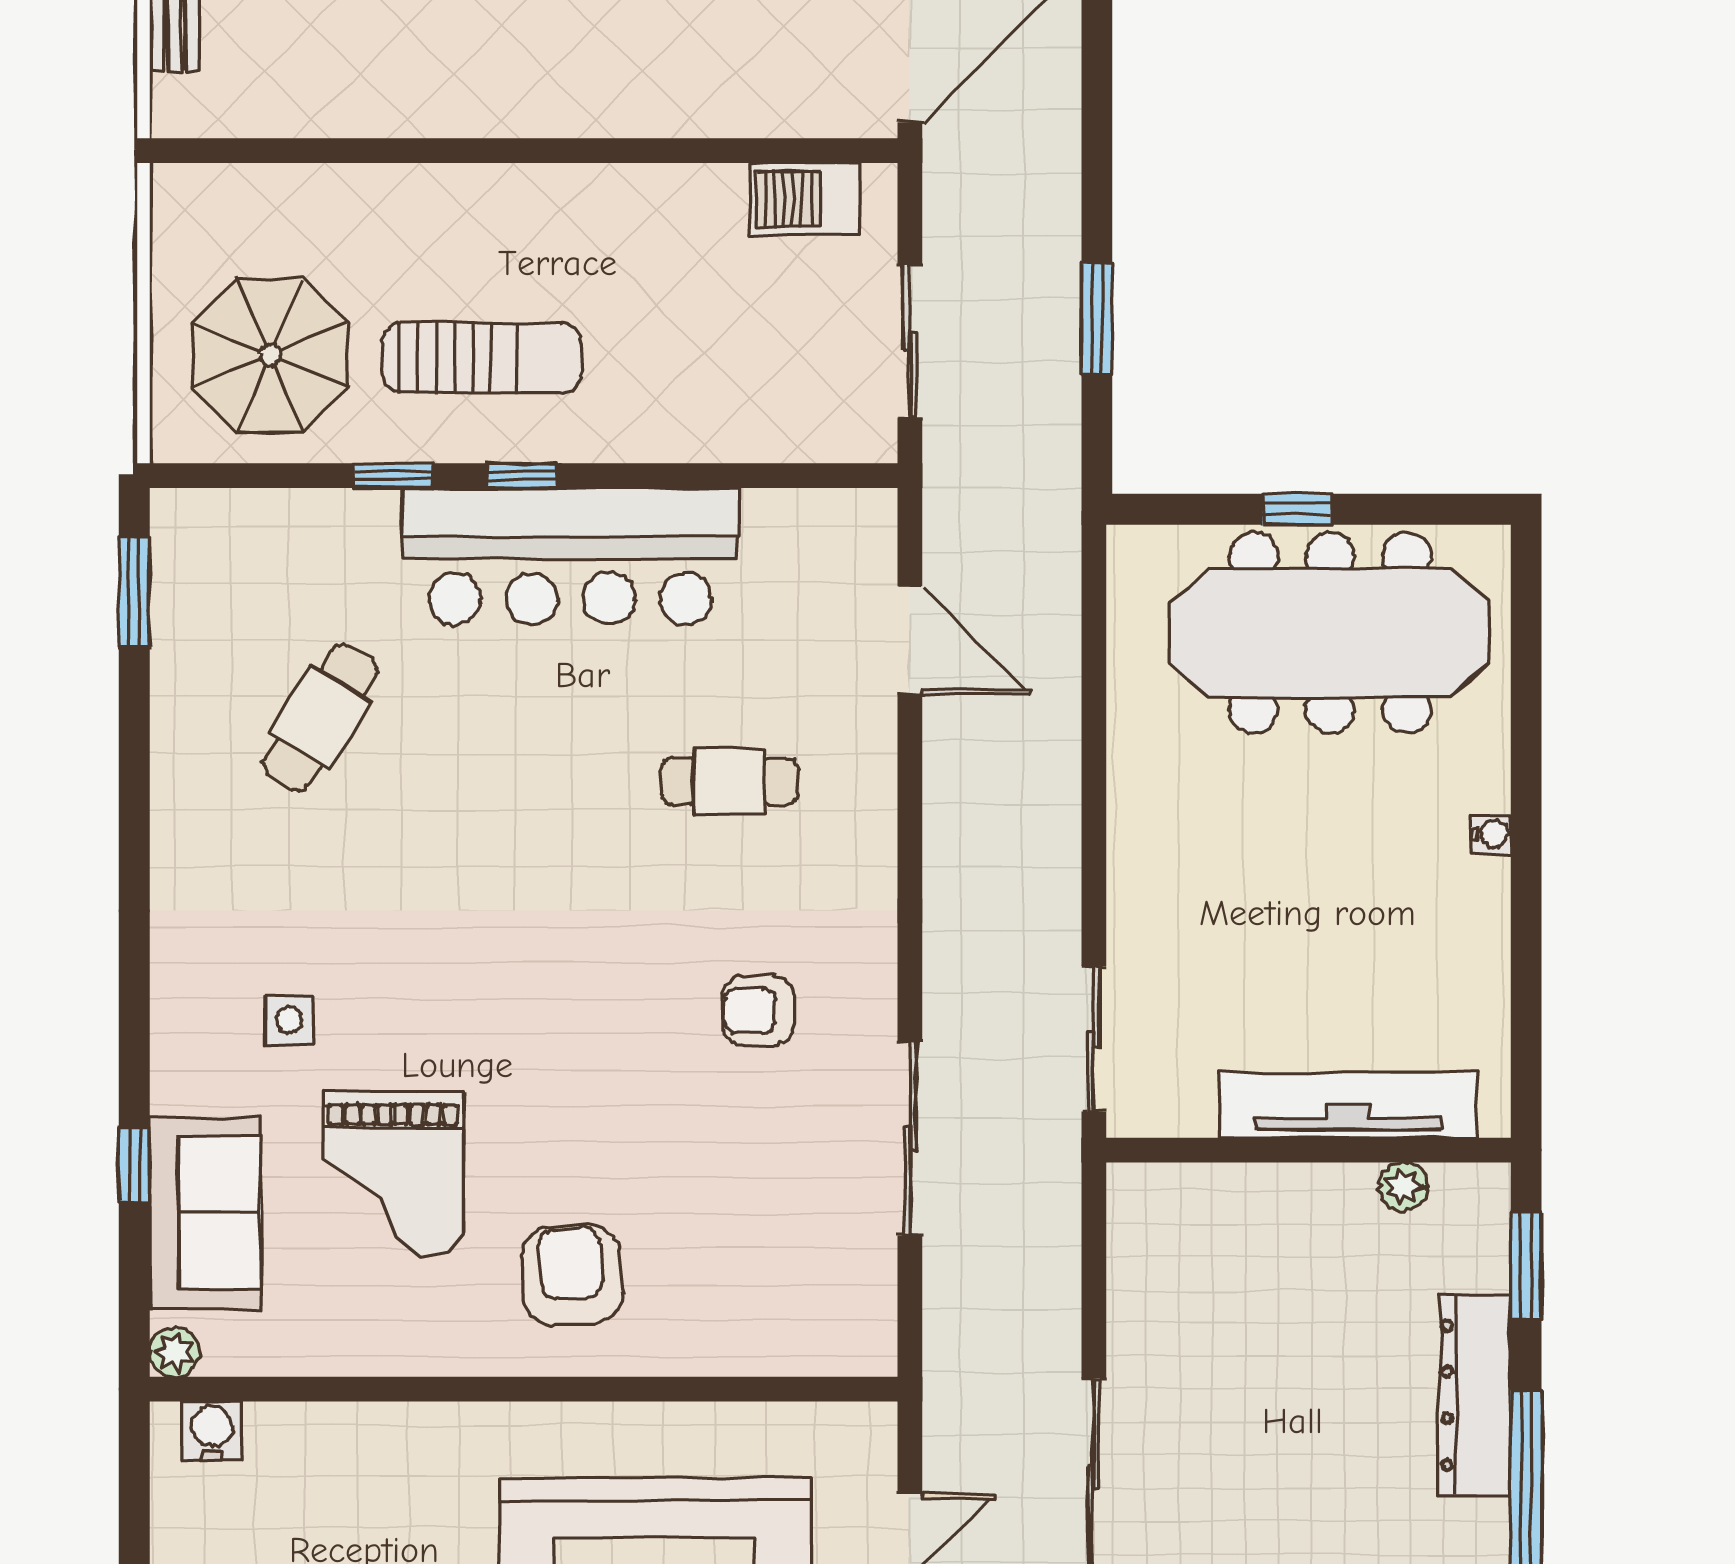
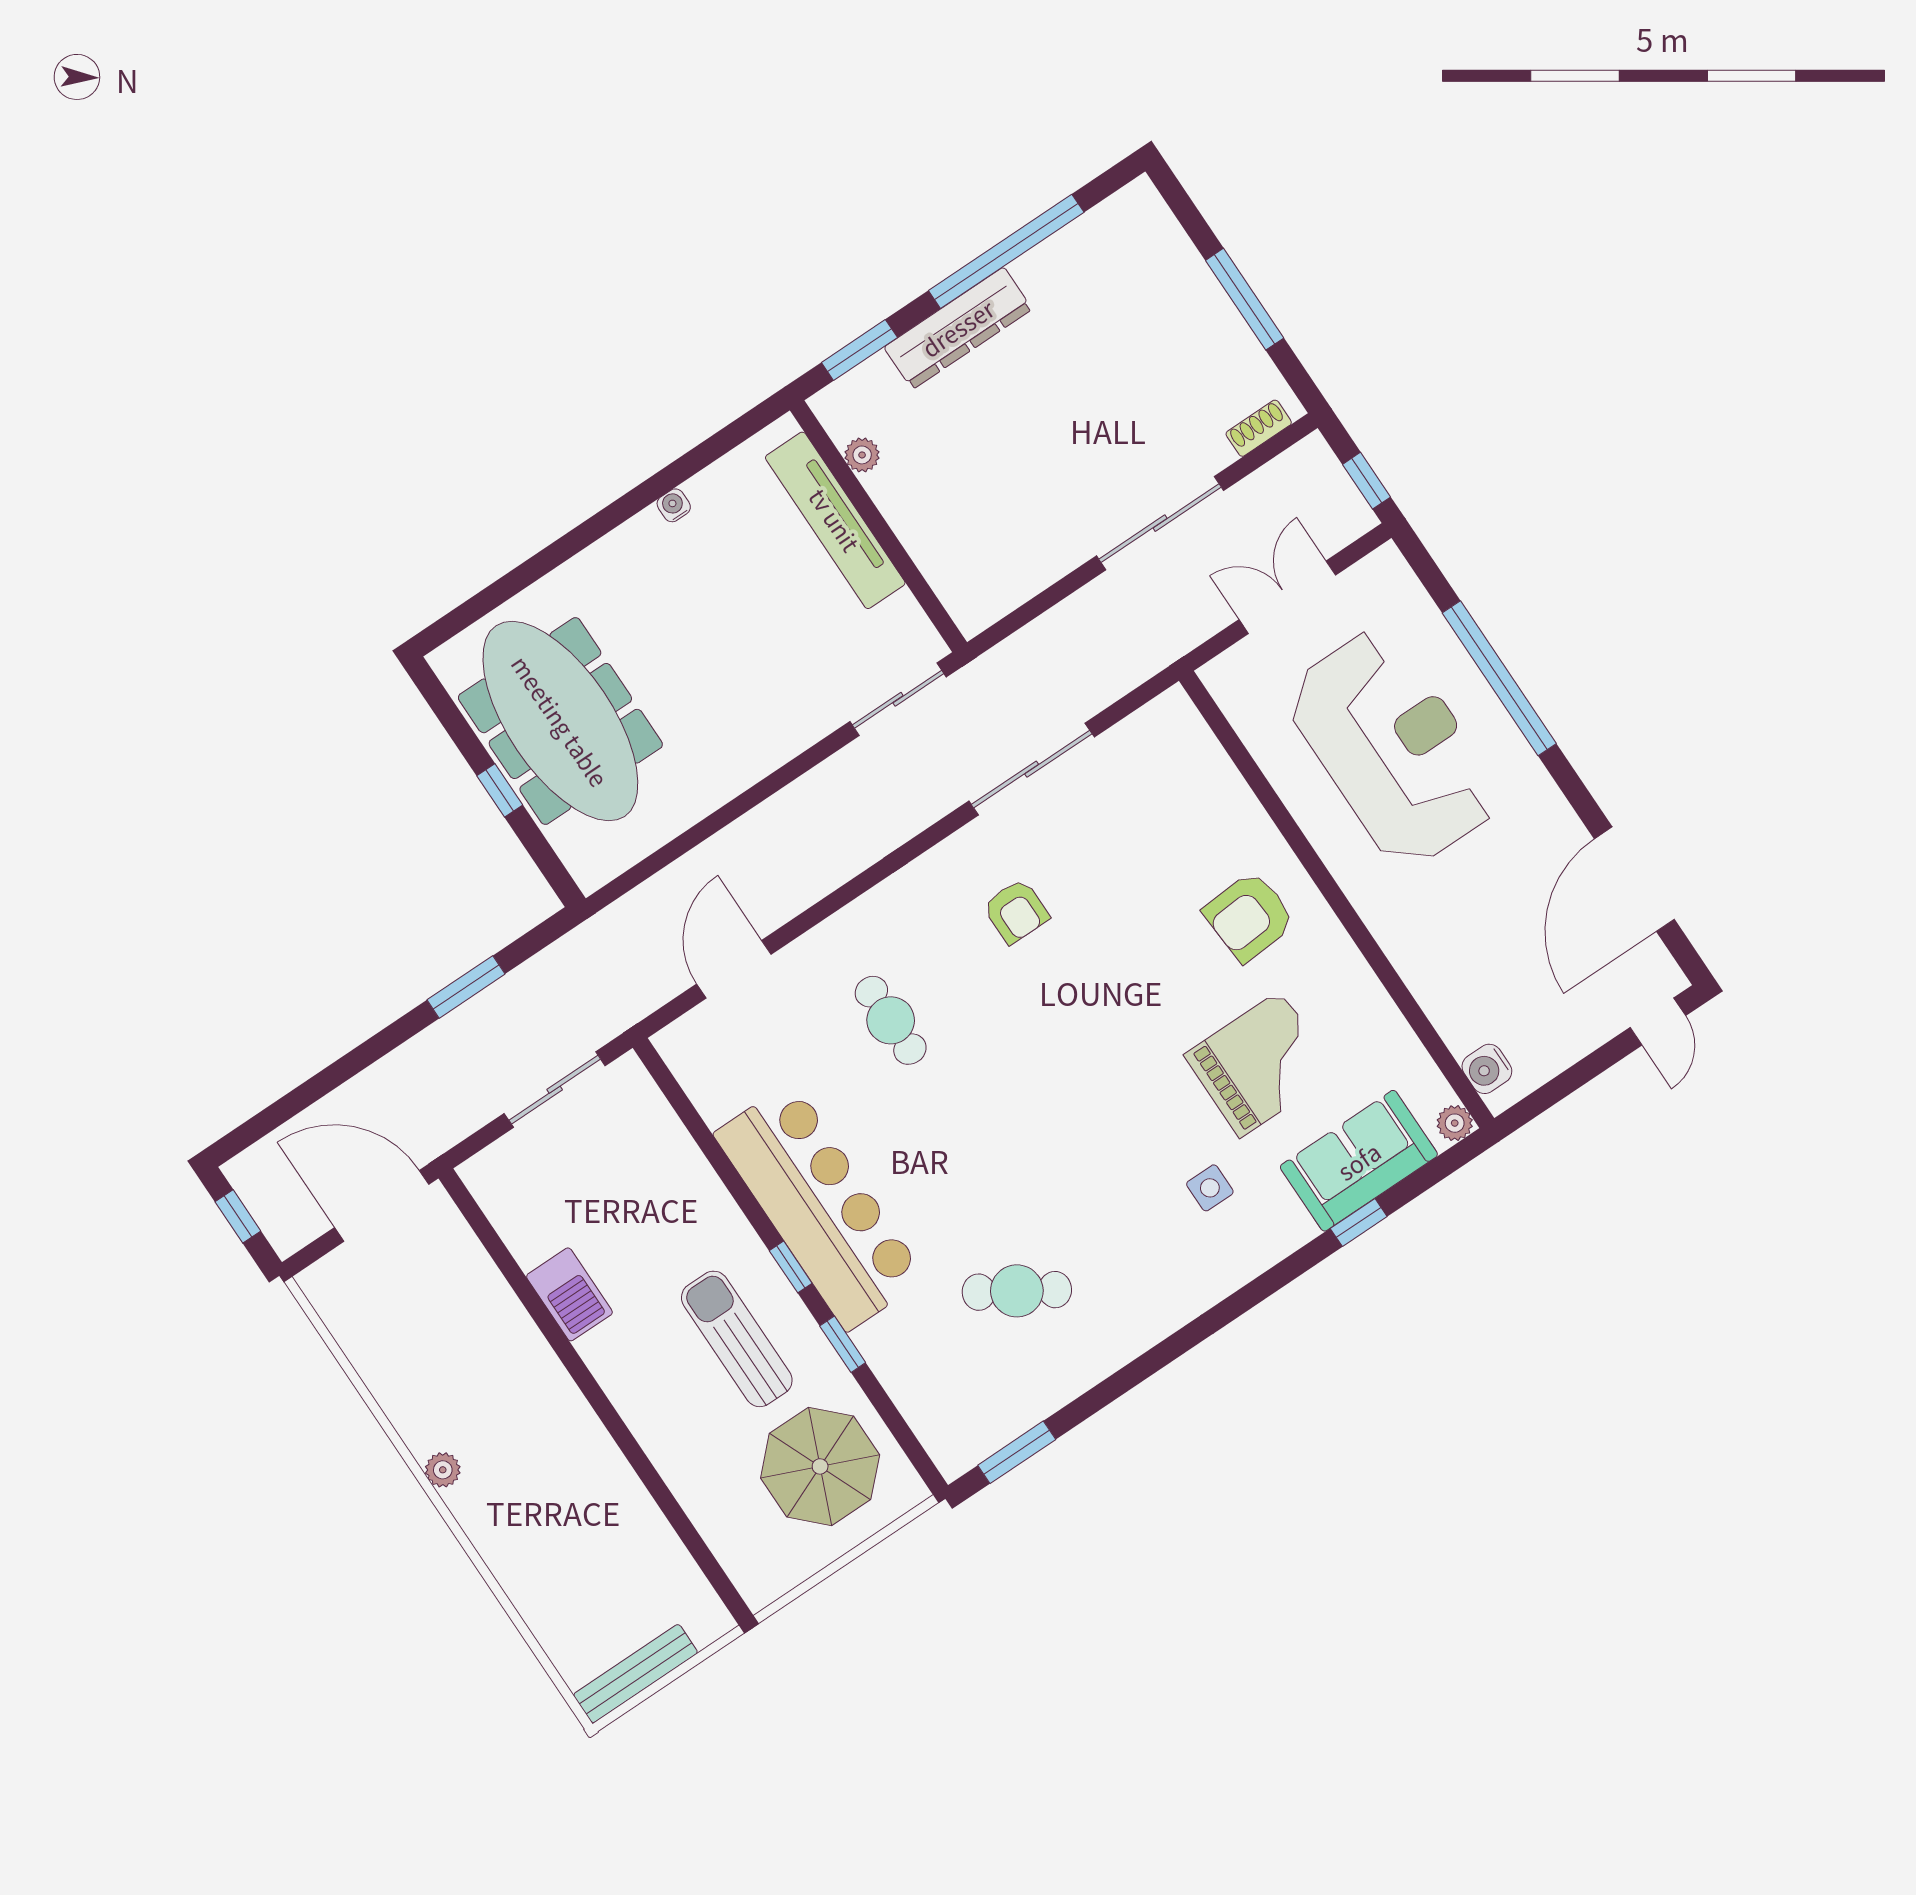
barbecue: (805, 199) -> (569, 1294), moved
water cooler: (1491, 834) -> (674, 505), moved

